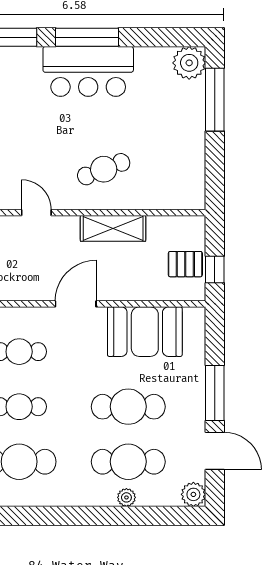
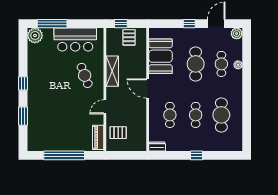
window: (87, 37) -> (23, 83), width x0.46
bar counter: (88, 71) -> (75, 40), moved, turned 90
window: (215, 269) -> (121, 24), moved
window: (215, 393) -> (189, 24), width x0.46
cafe table: (128, 462) -> (221, 64), width x0.73, depth x0.74

